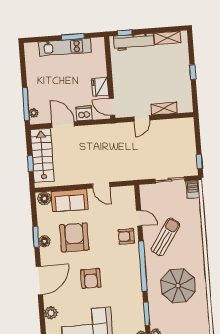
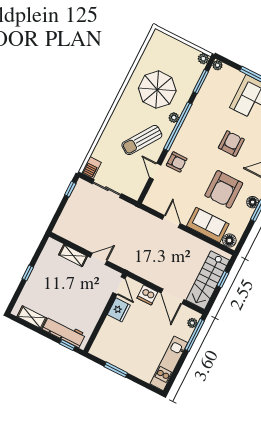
kitchen unit: (65, 47) -> (169, 363), moved, turned -90
plant: (151, 271) -> (174, 118), added

